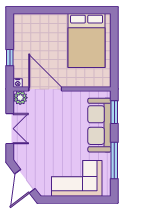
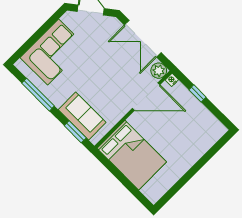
bed: (87, 41) -> (132, 155), moved, turned 180
sofa: (99, 125) -> (82, 116), width x0.73
double door: (10, 129) -> (143, 39), width x1.37

